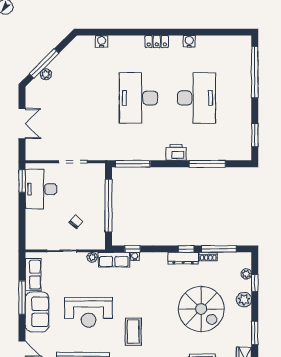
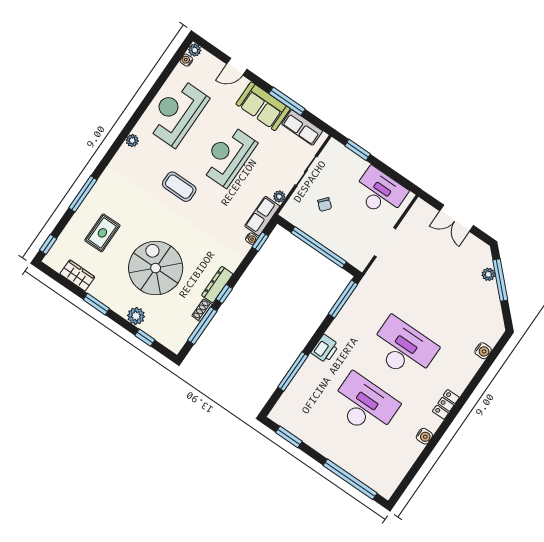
desk: (196, 98) -> (364, 405), turned 180
window: (22, 181) -> (358, 150), moved
plant: (246, 274) -> (160, 335), removed
spiral stairs: (201, 309) -> (156, 268), turned 90

